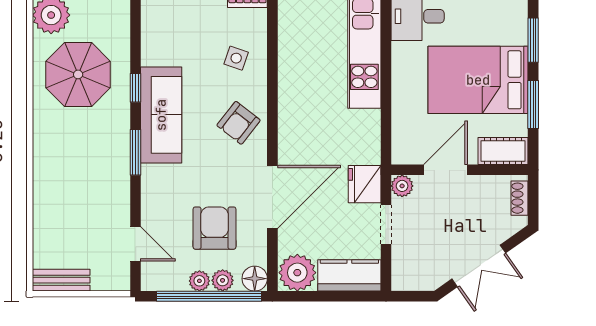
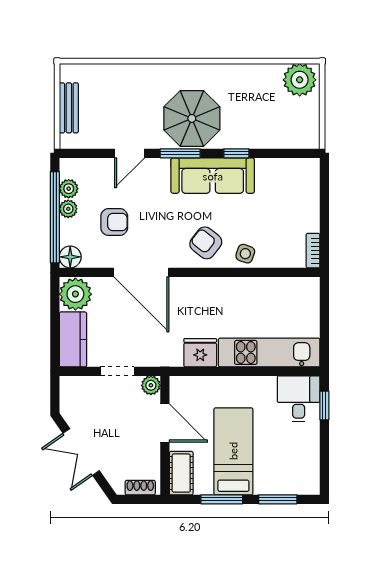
side table: (236, 58) -> (245, 254), moved
parasol: (78, 74) -> (192, 118), moved
bed: (478, 80) -> (233, 451), width x0.67
fridge: (365, 184) -> (200, 353), moved
armchair: (215, 228) -> (114, 222), width x0.72, depth x0.72
door: (136, 244) -> (130, 153), moved
bench: (61, 280) -> (69, 108), moved
plant: (223, 280) -> (69, 189), moved

